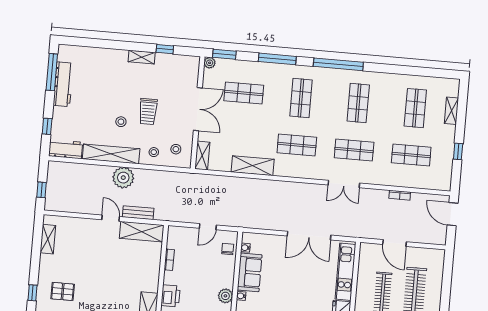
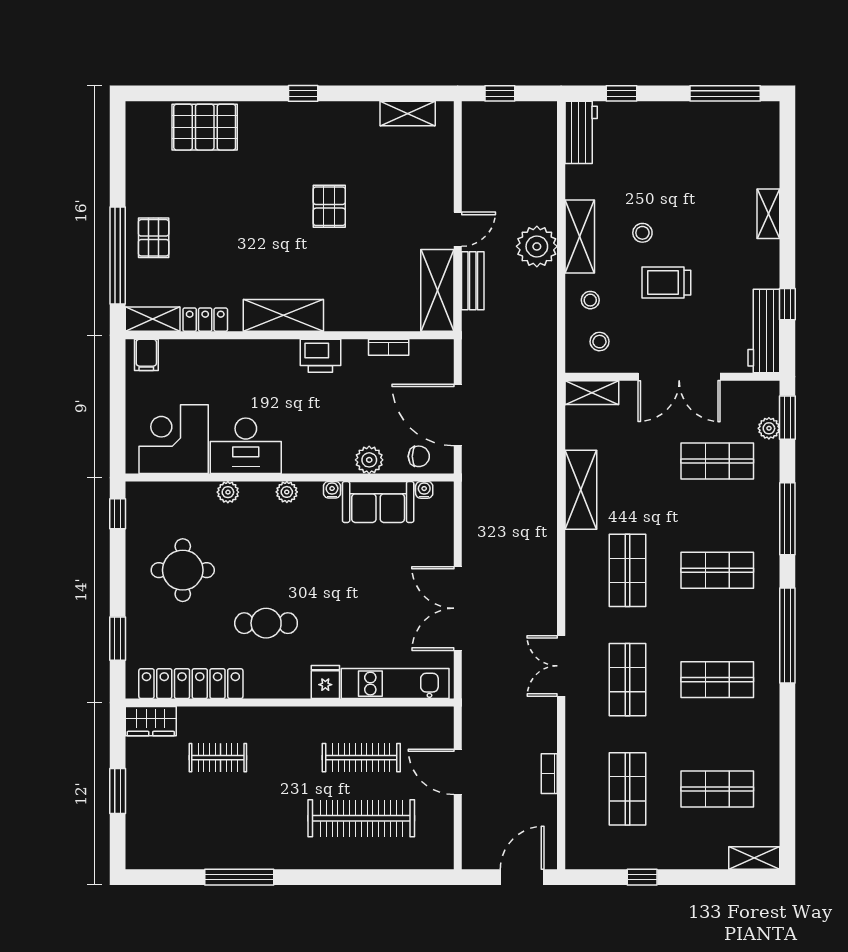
shelving: (142, 57) -> (768, 214), moved
plant: (210, 63) -> (769, 428), moved
workbench: (63, 84) -> (764, 331), moved, turned 90
shop shelf: (244, 93) -> (717, 461), turned 90
shelving: (451, 111) -> (754, 858), moved
shelving: (111, 154) -> (580, 236), width x0.68
door: (208, 227) -> (458, 415), width x1.87
door: (395, 243) -> (458, 772), hinge flipped
pallet: (63, 291) -> (329, 206), moved
plant: (225, 296) -> (369, 460), moved

